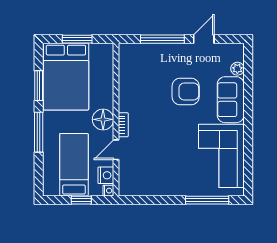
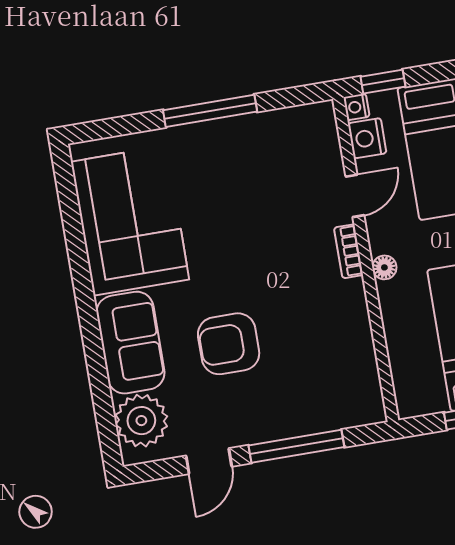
plant: (237, 69) -> (141, 421), width x1.88, depth x1.88
floor lamp: (103, 119) -> (384, 267), width x0.53, depth x0.53
window: (81, 200) -> (383, 82), moved
window: (207, 200) -> (210, 111), moved

